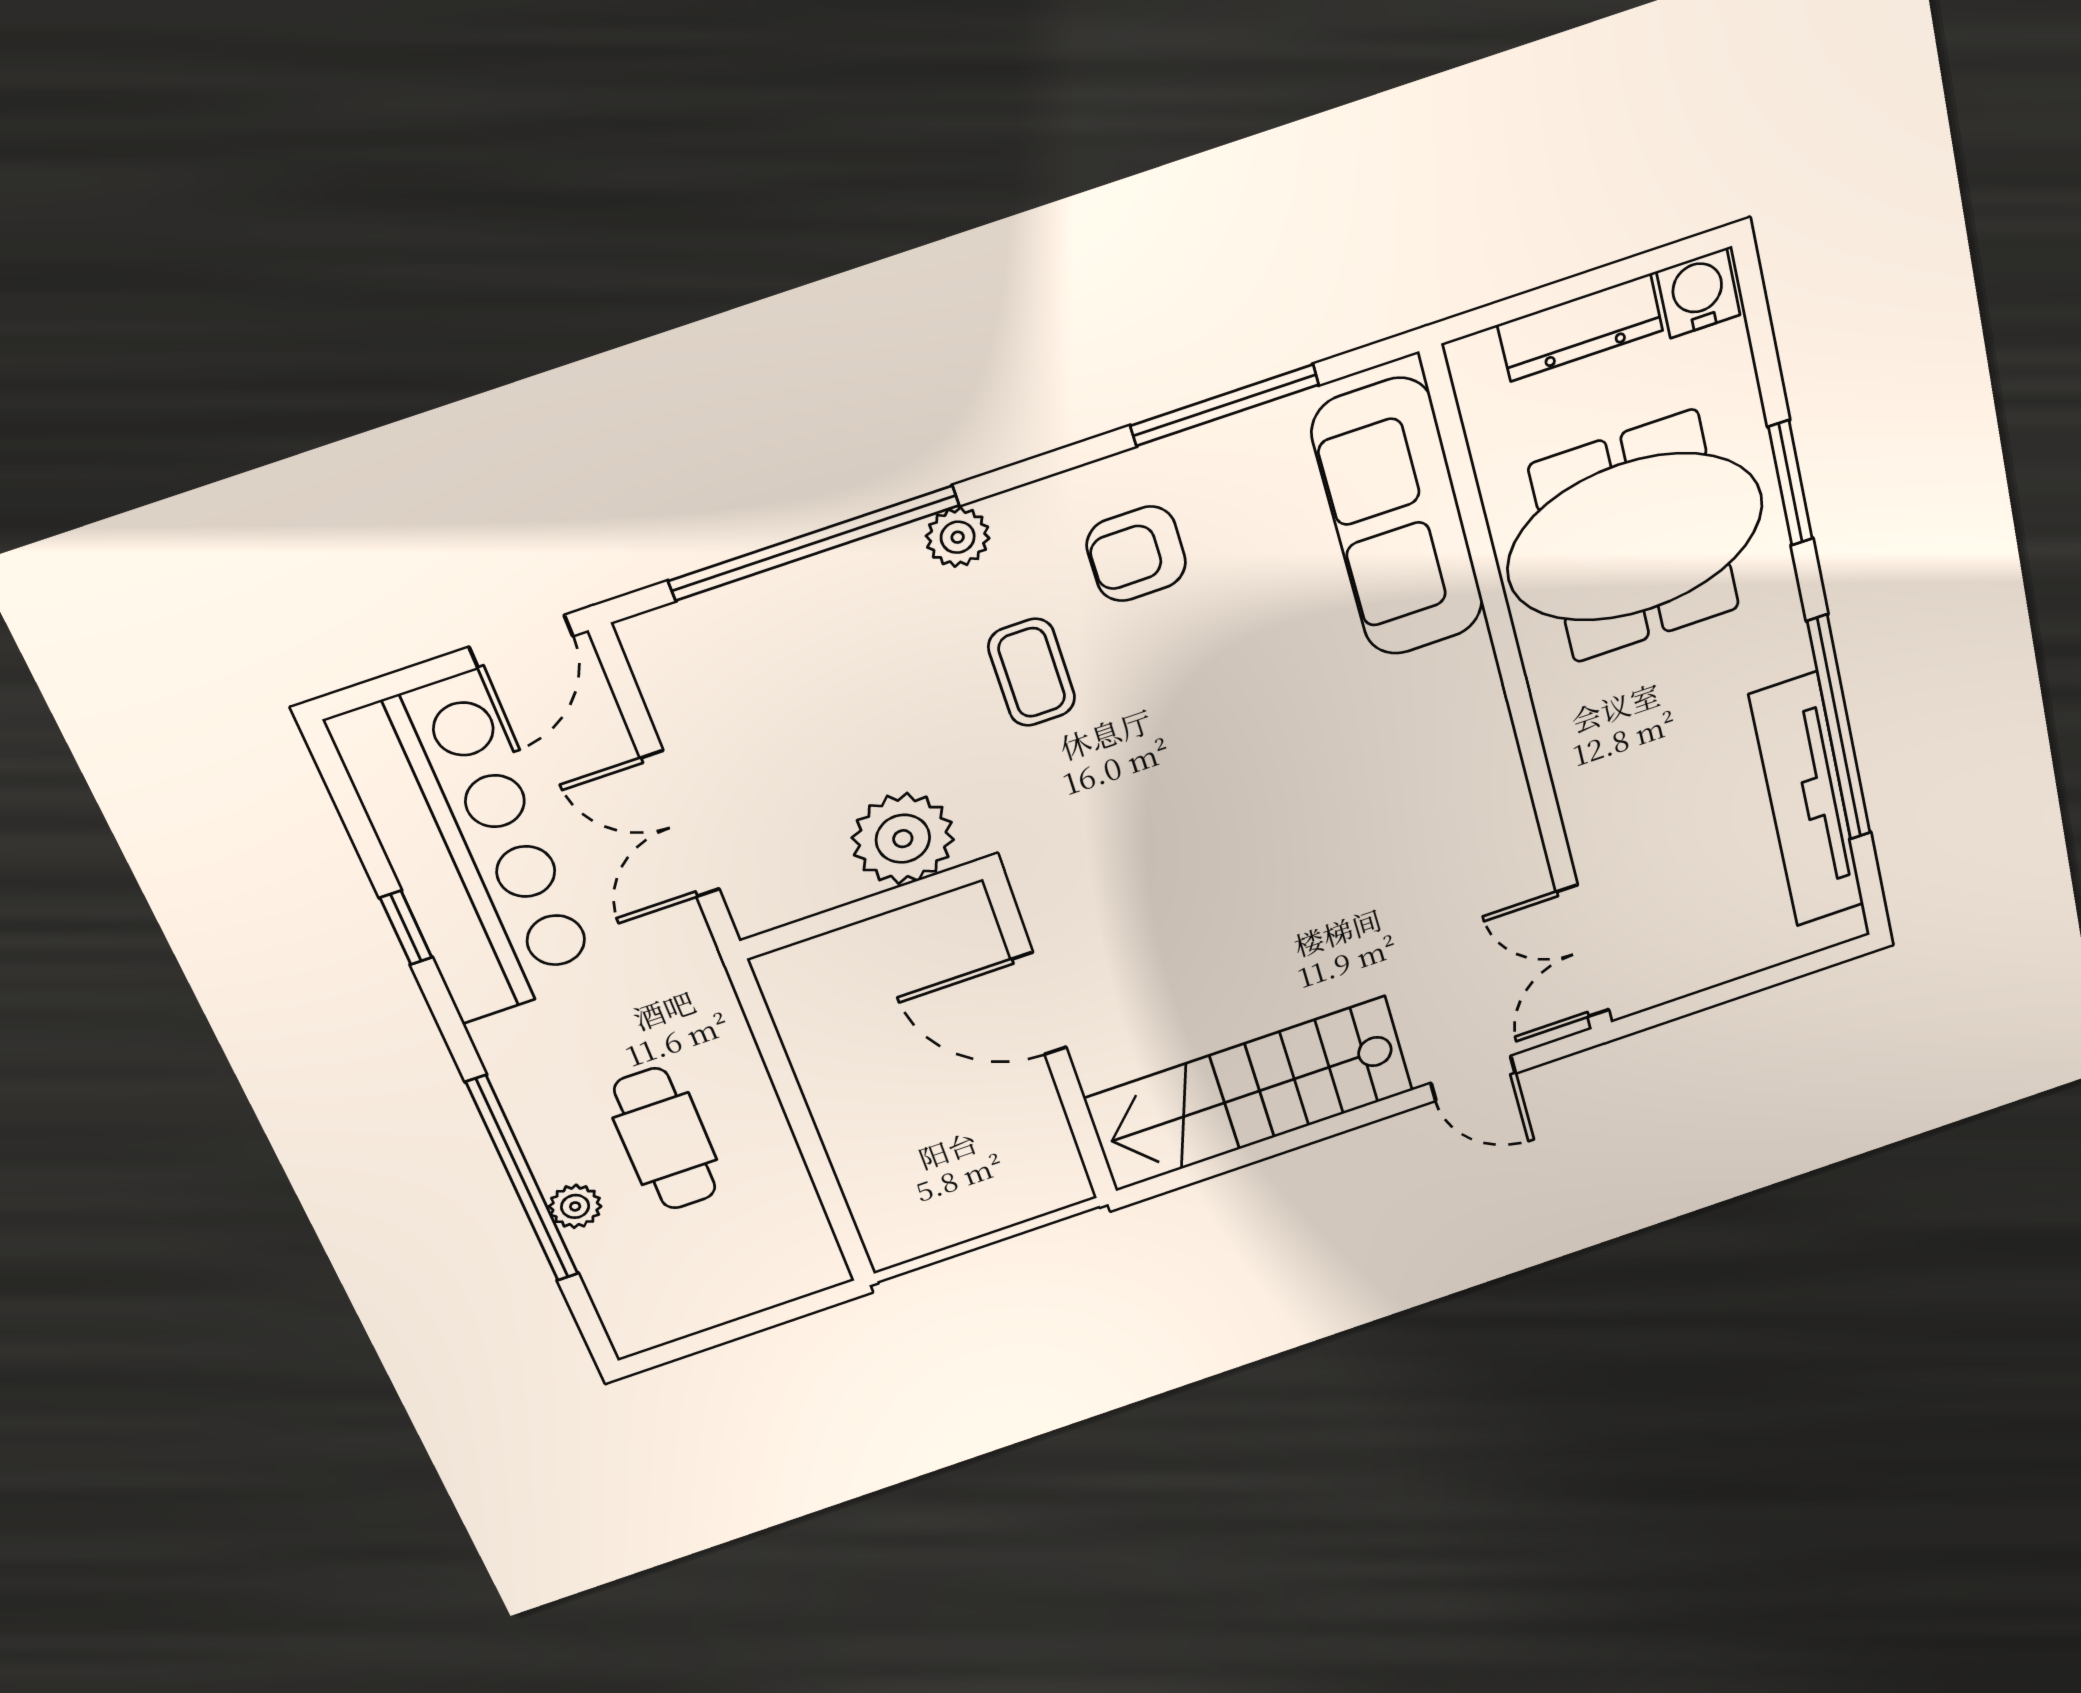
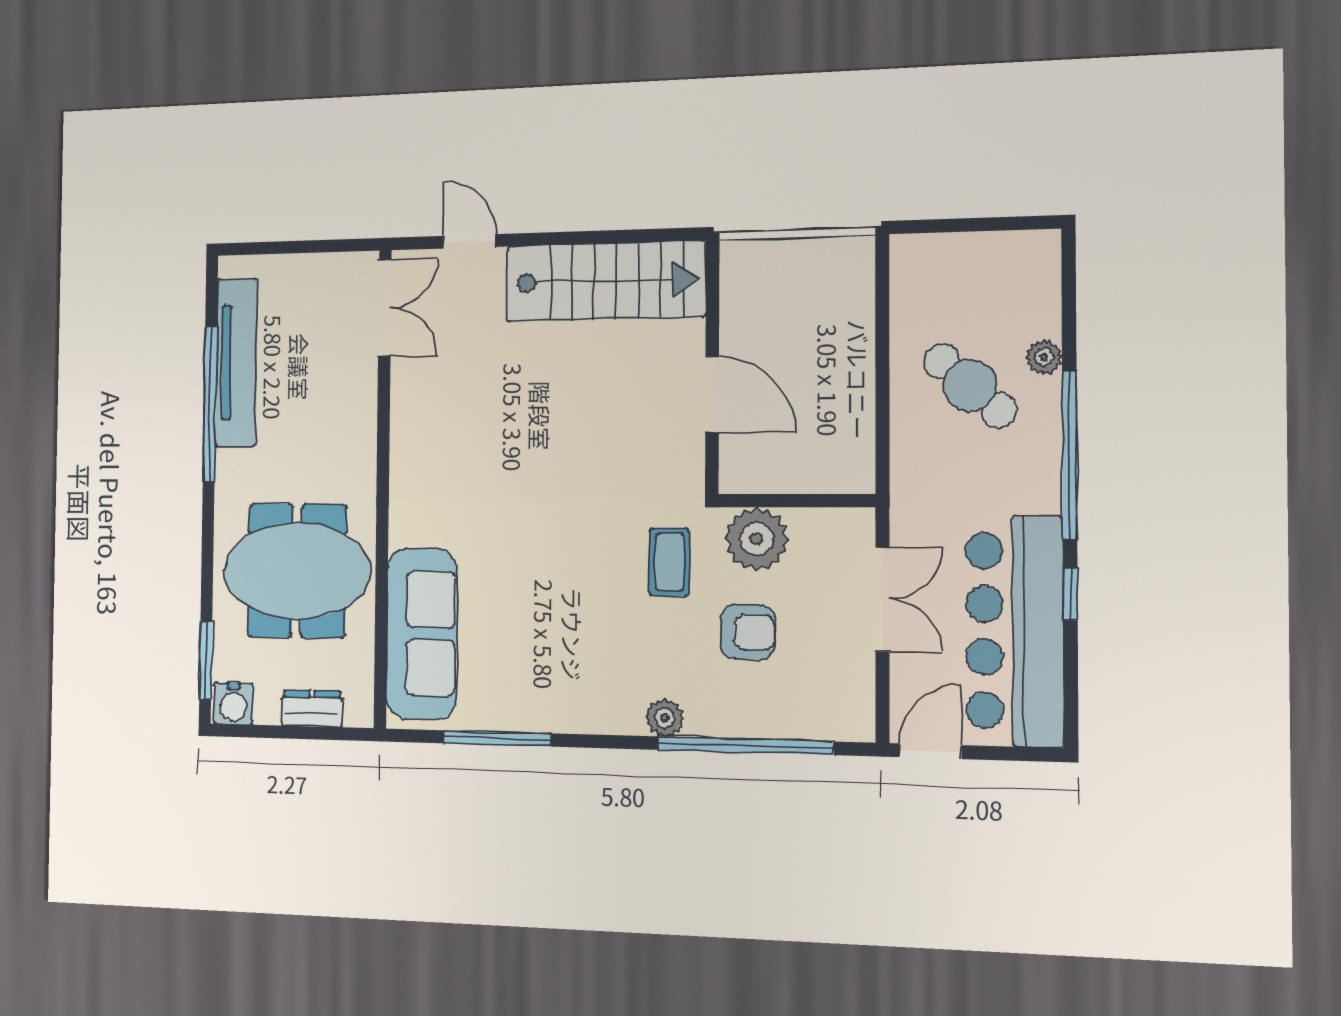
dresser: (1580, 328) -> (312, 709), width x0.70
window: (1790, 483) -> (206, 660), moved
armchair: (1136, 554) -> (748, 632), moved
coffee table: (1032, 672) -> (669, 562), moved
cafe table: (665, 1139) -> (970, 385), turned -48
window: (523, 1179) -> (1070, 455), moved

